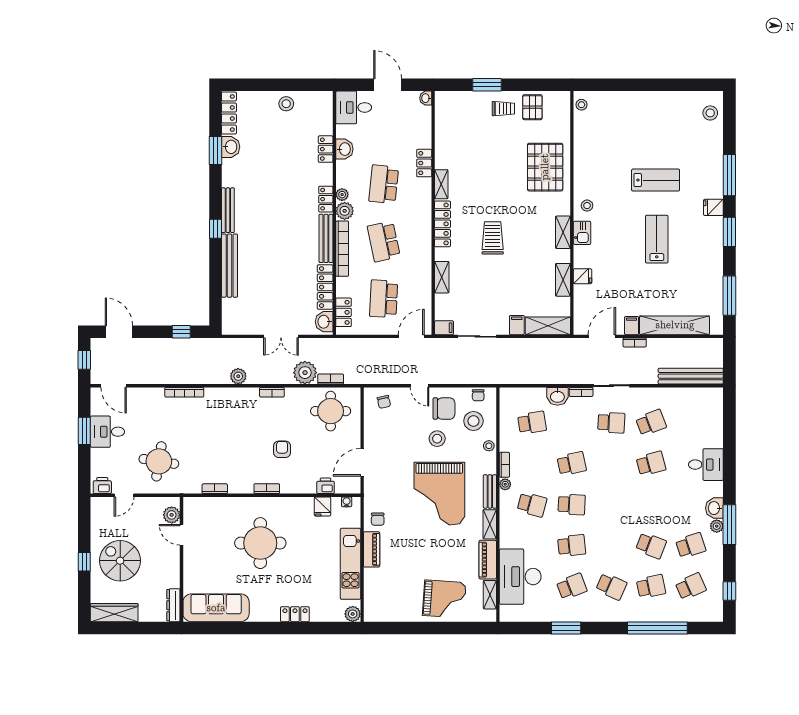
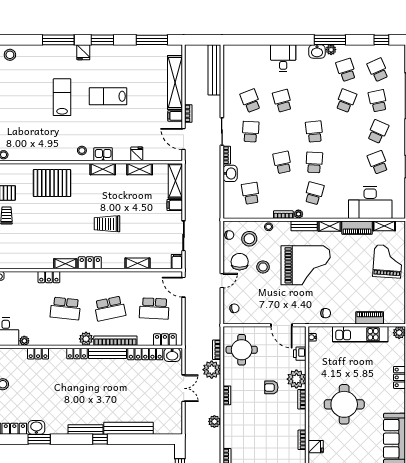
washbasin: (344, 149) -> (38, 339), removed
plant: (342, 195) -> (24, 341), moved
locker: (442, 224) -> (90, 263), width x0.66
plant: (293, 482) -> (296, 379), added
fridge: (323, 506) -> (316, 447), moved
school desk: (572, 545) -> (314, 132), moved
piano: (372, 549) -> (370, 318), moved

